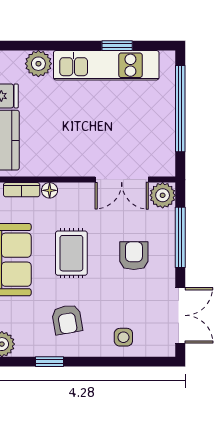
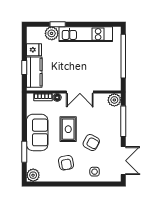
window: (117, 46) -> (58, 24), moved
double door: (122, 180) -> (80, 92), moved
armchair: (134, 256) -> (91, 143), moved, turned 118
window: (50, 362) -> (57, 184), removed

